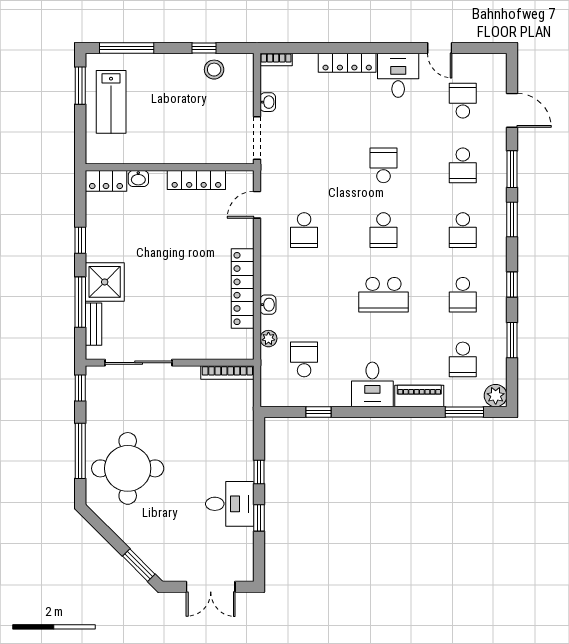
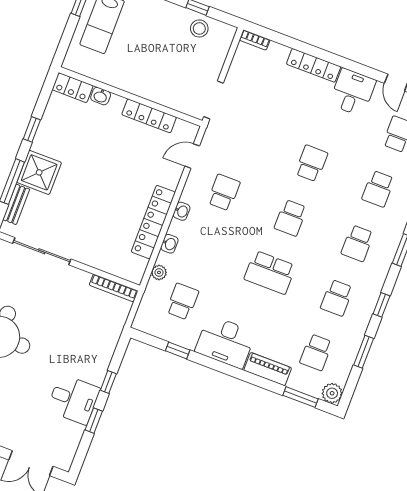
washbasin: (268, 102) -> (182, 211), moved
school desk: (304, 230) -> (224, 192), turned 180
desk: (372, 384) -> (225, 342), width x1.37

